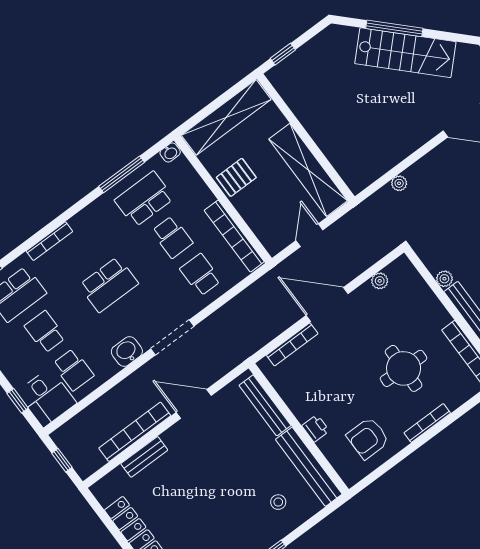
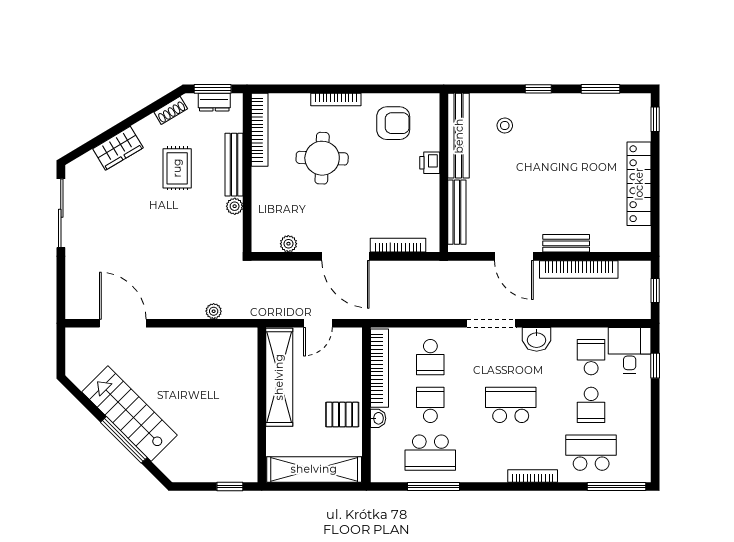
washbasin: (170, 153) -> (378, 418), moved, turned 90
bench: (144, 457) -> (566, 243), moved

